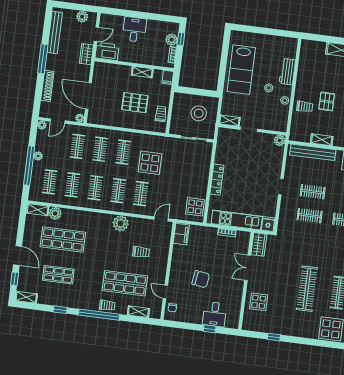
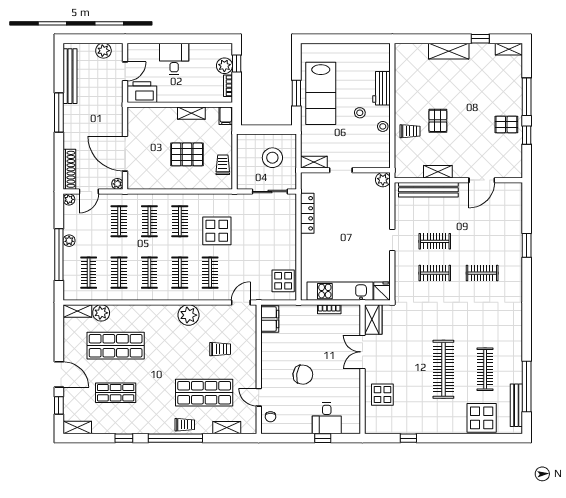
wardrobe: (86, 54) -> (115, 99), removed
window: (223, 67) -> (296, 93), added
shoe rack: (47, 86) -> (69, 169), moved
locker: (217, 180) -> (307, 213), moved

